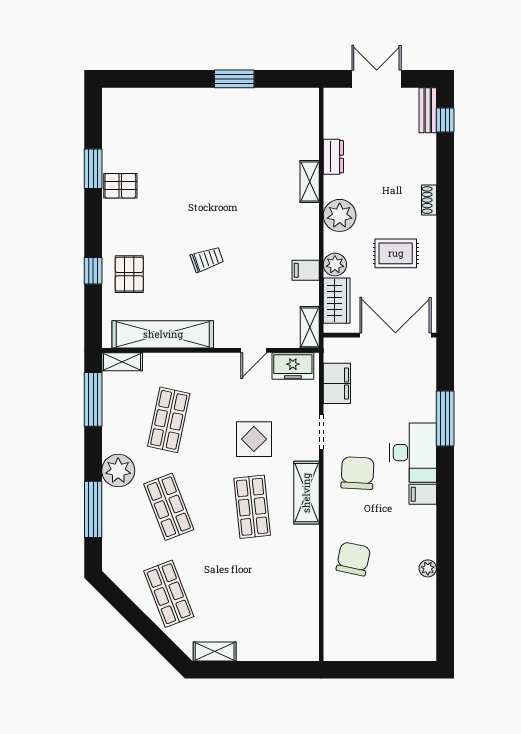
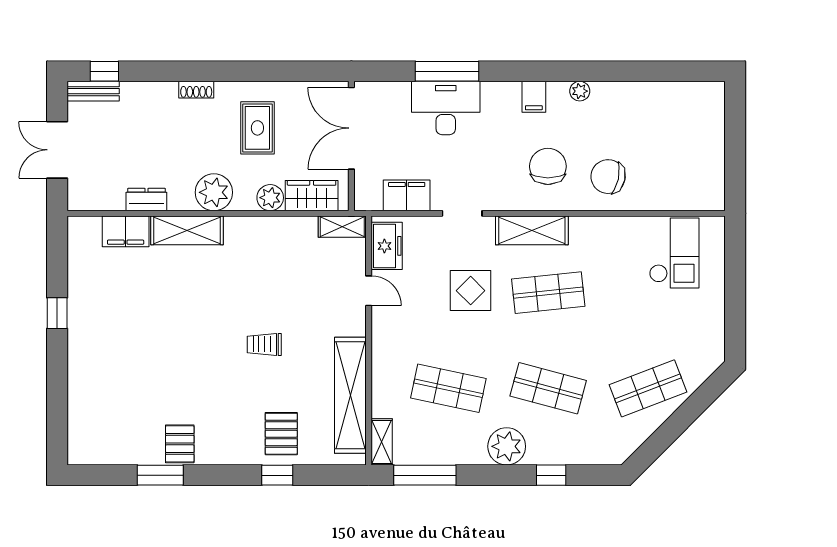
window: (234, 79) -> (57, 313), width x0.67
shelving: (310, 182) -> (187, 230), width x1.50, depth x1.33
trolley: (207, 259) -> (264, 344), turned -71
filing cabinet: (306, 270) -> (126, 231), moved, width x2.00
pallet: (129, 274) -> (281, 434), turned 90
desk: (413, 453) -> (446, 108), moved
chair: (357, 473) -> (548, 166), moved, turned 87
shop shelf: (169, 507) -> (548, 388), turned 36
window: (93, 509) -> (551, 475), width x0.46
plant: (428, 568) -> (580, 91), moved
checkout: (287, 617) -> (674, 253), added
shelving: (215, 652) -> (714, 336), removed

